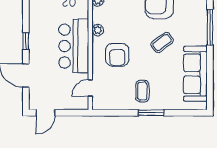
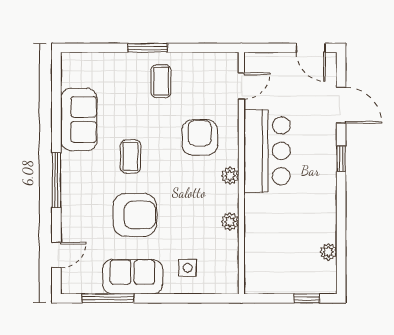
coffee table: (162, 42) -> (130, 156), turned -53
sofa: (195, 74) -> (79, 119), width x0.73
door: (46, 113) -> (311, 48), swing flipped

